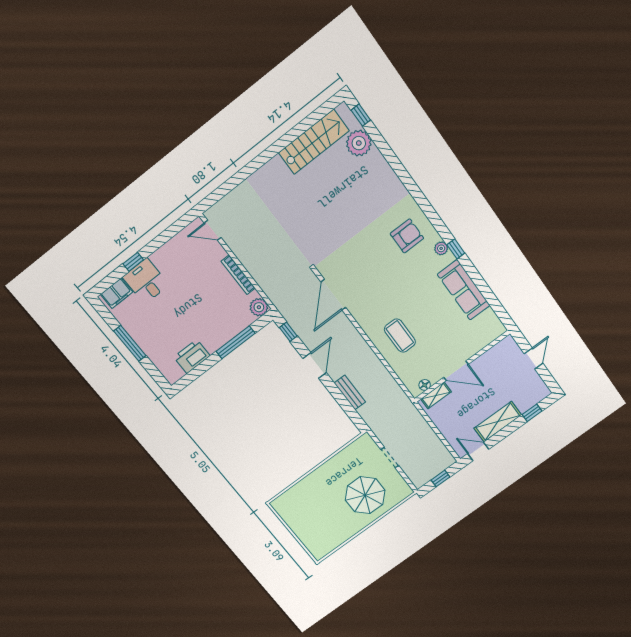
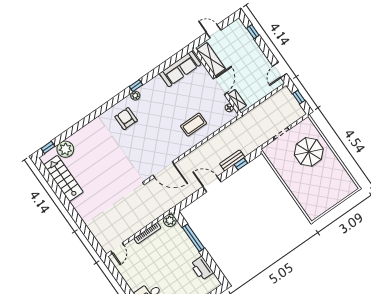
sofa: (464, 290) -> (180, 69), moved
window: (288, 332) -> (241, 164), moved
shelving: (498, 422) -> (211, 59), moved

